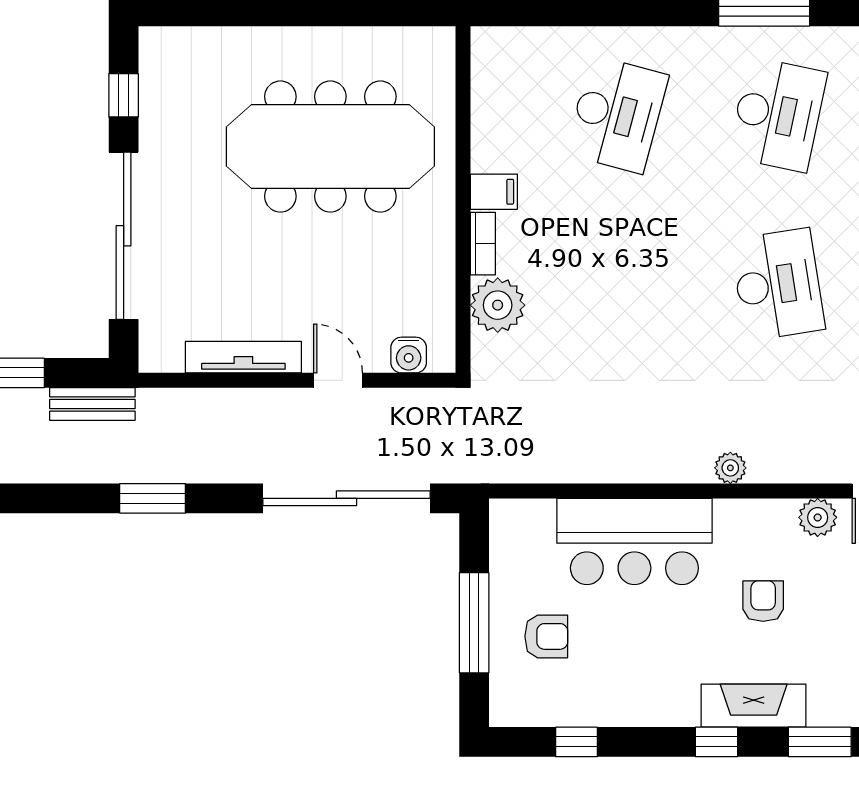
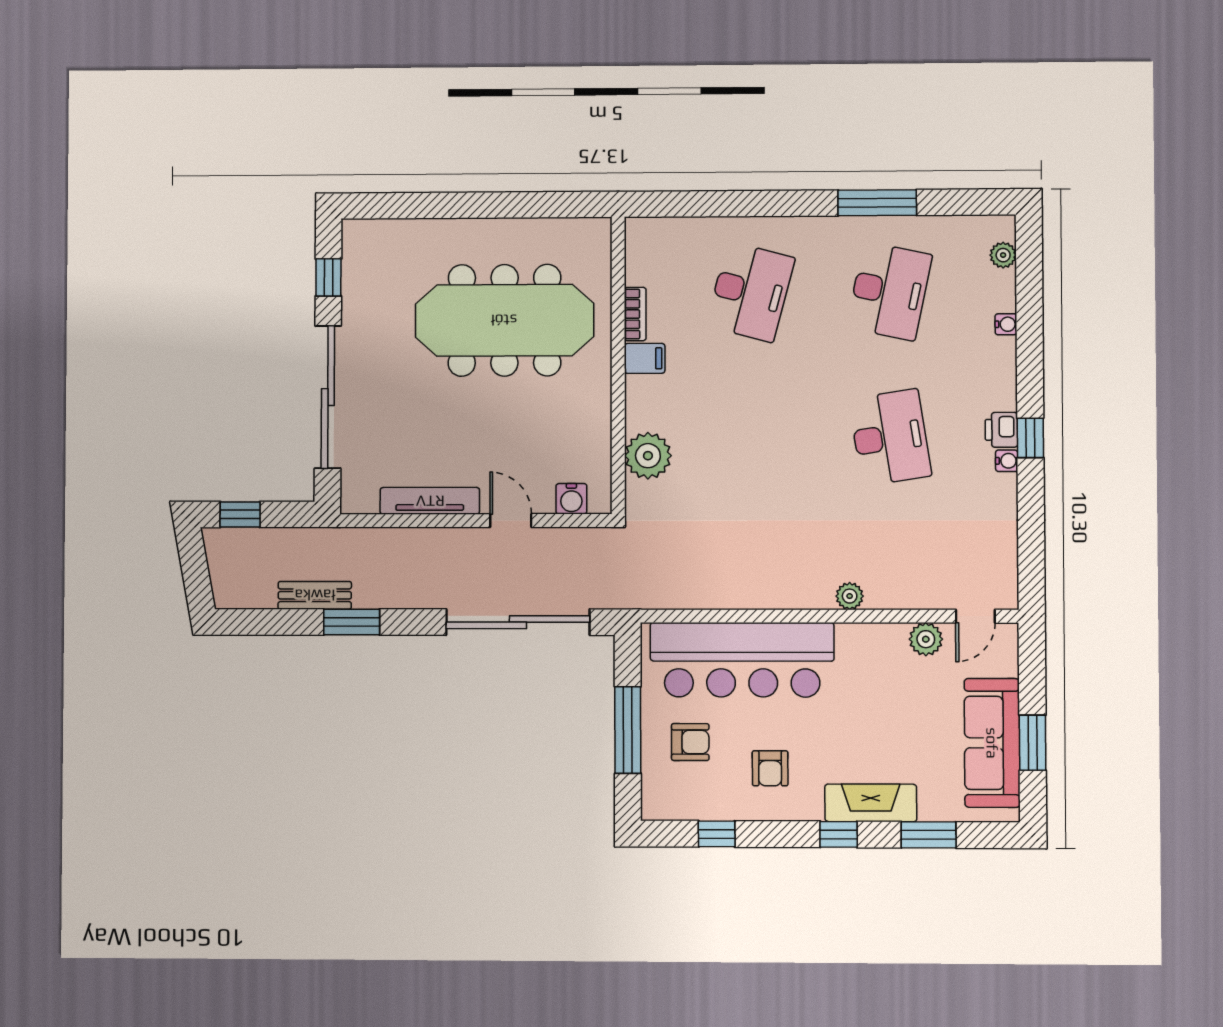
bookcase: (483, 244) -> (635, 314), moved
bench: (92, 404) -> (315, 595), moved
bar counter: (634, 541) -> (742, 660), width x1.36
armchair: (763, 601) -> (770, 768), moved, turned 180

